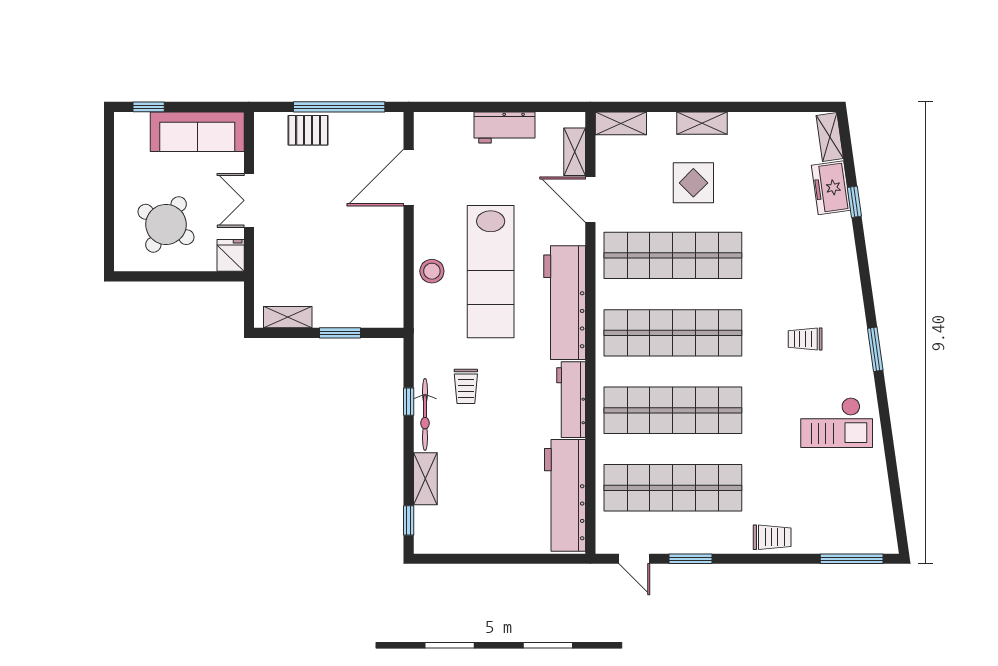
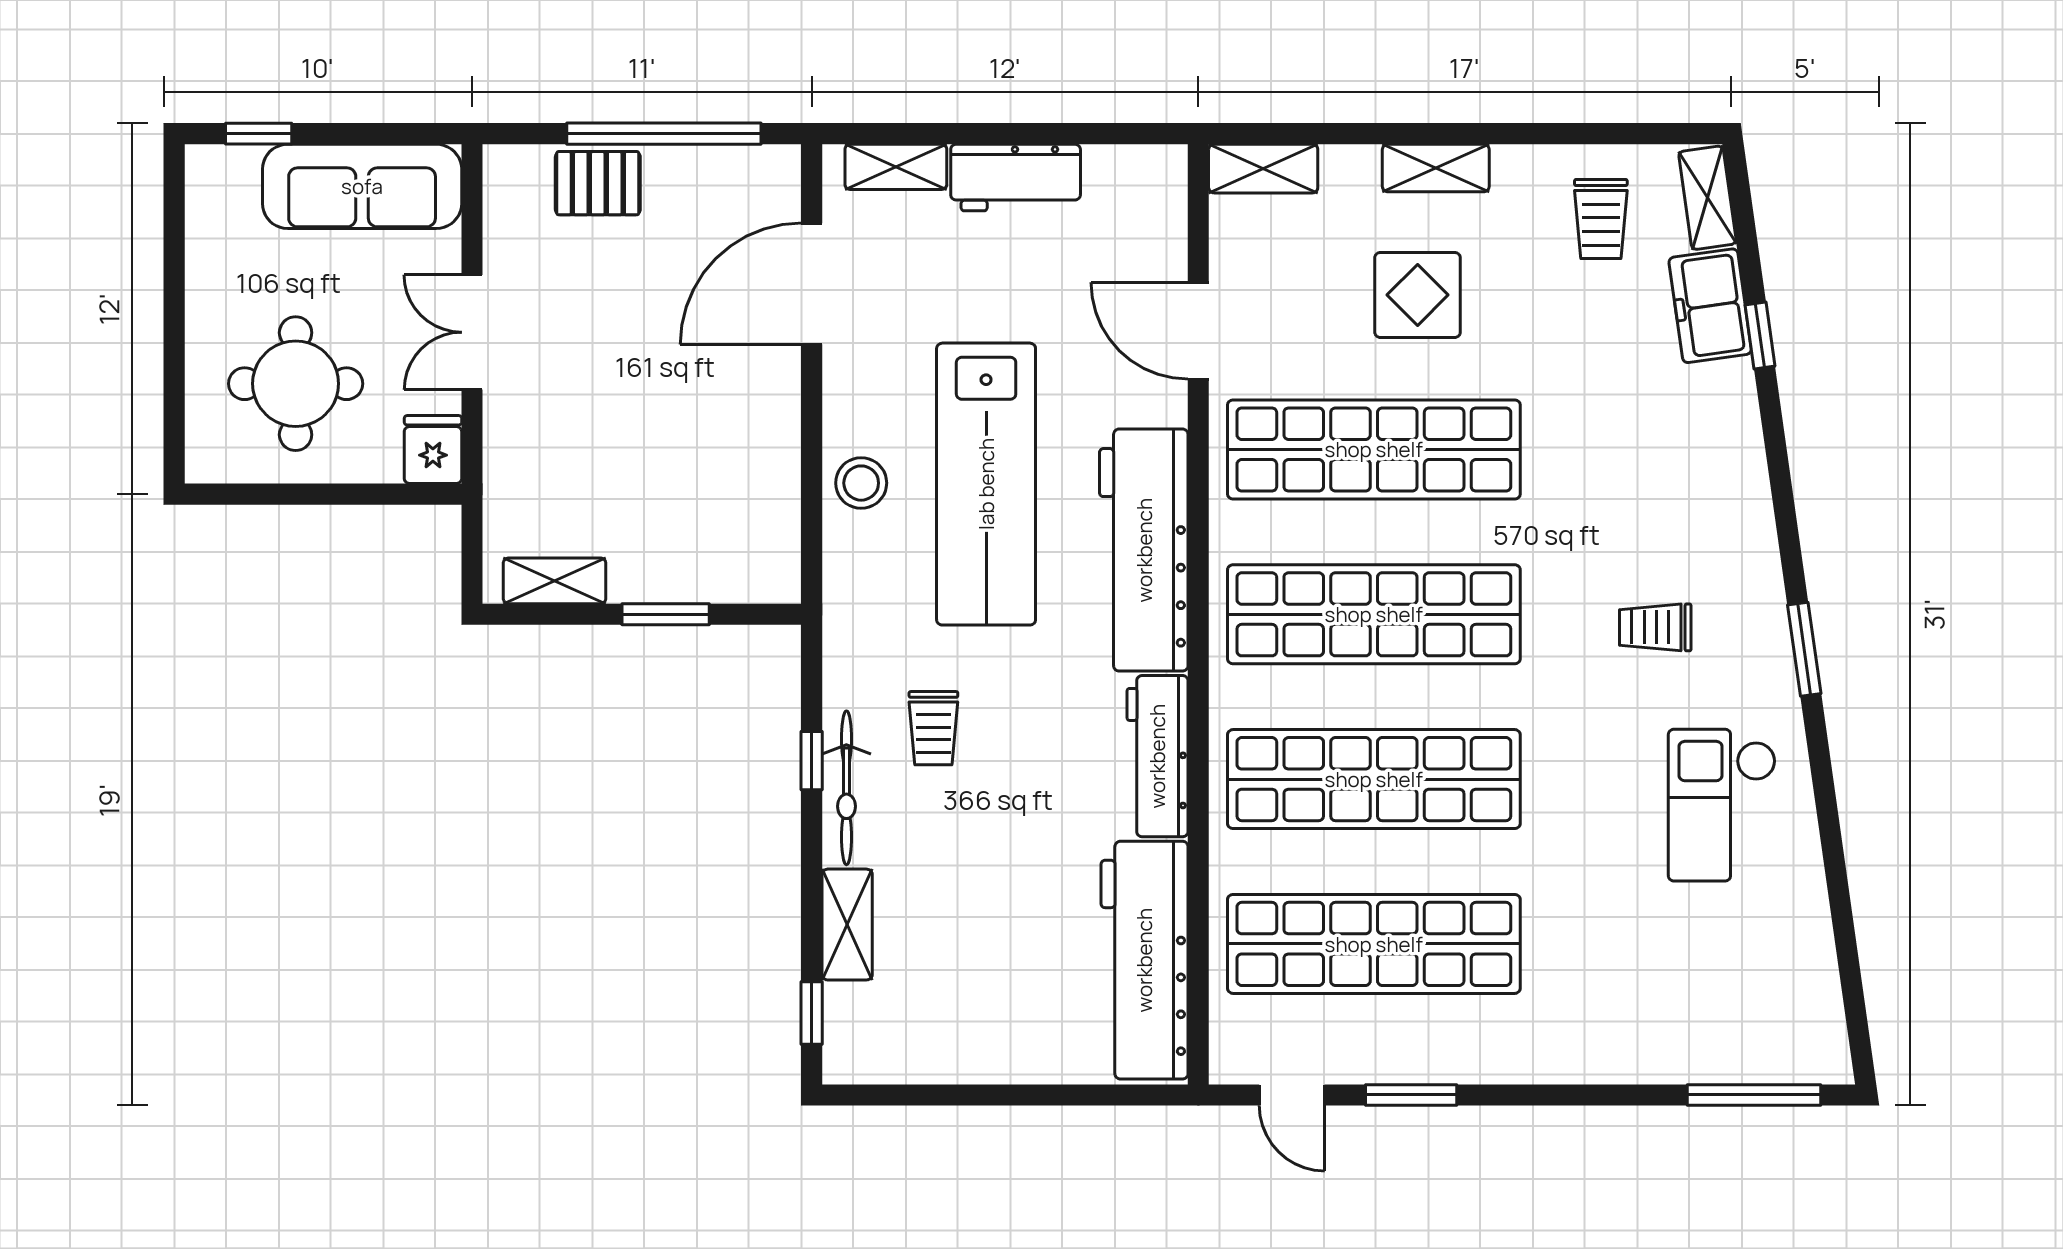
shelving: (575, 152) -> (896, 167), moved, turned 90
round table: (166, 224) -> (296, 384), turned -32
checkout: (837, 423) -> (1722, 805), turned 90
trolley: (772, 537) -> (1601, 219), moved, turned 90

